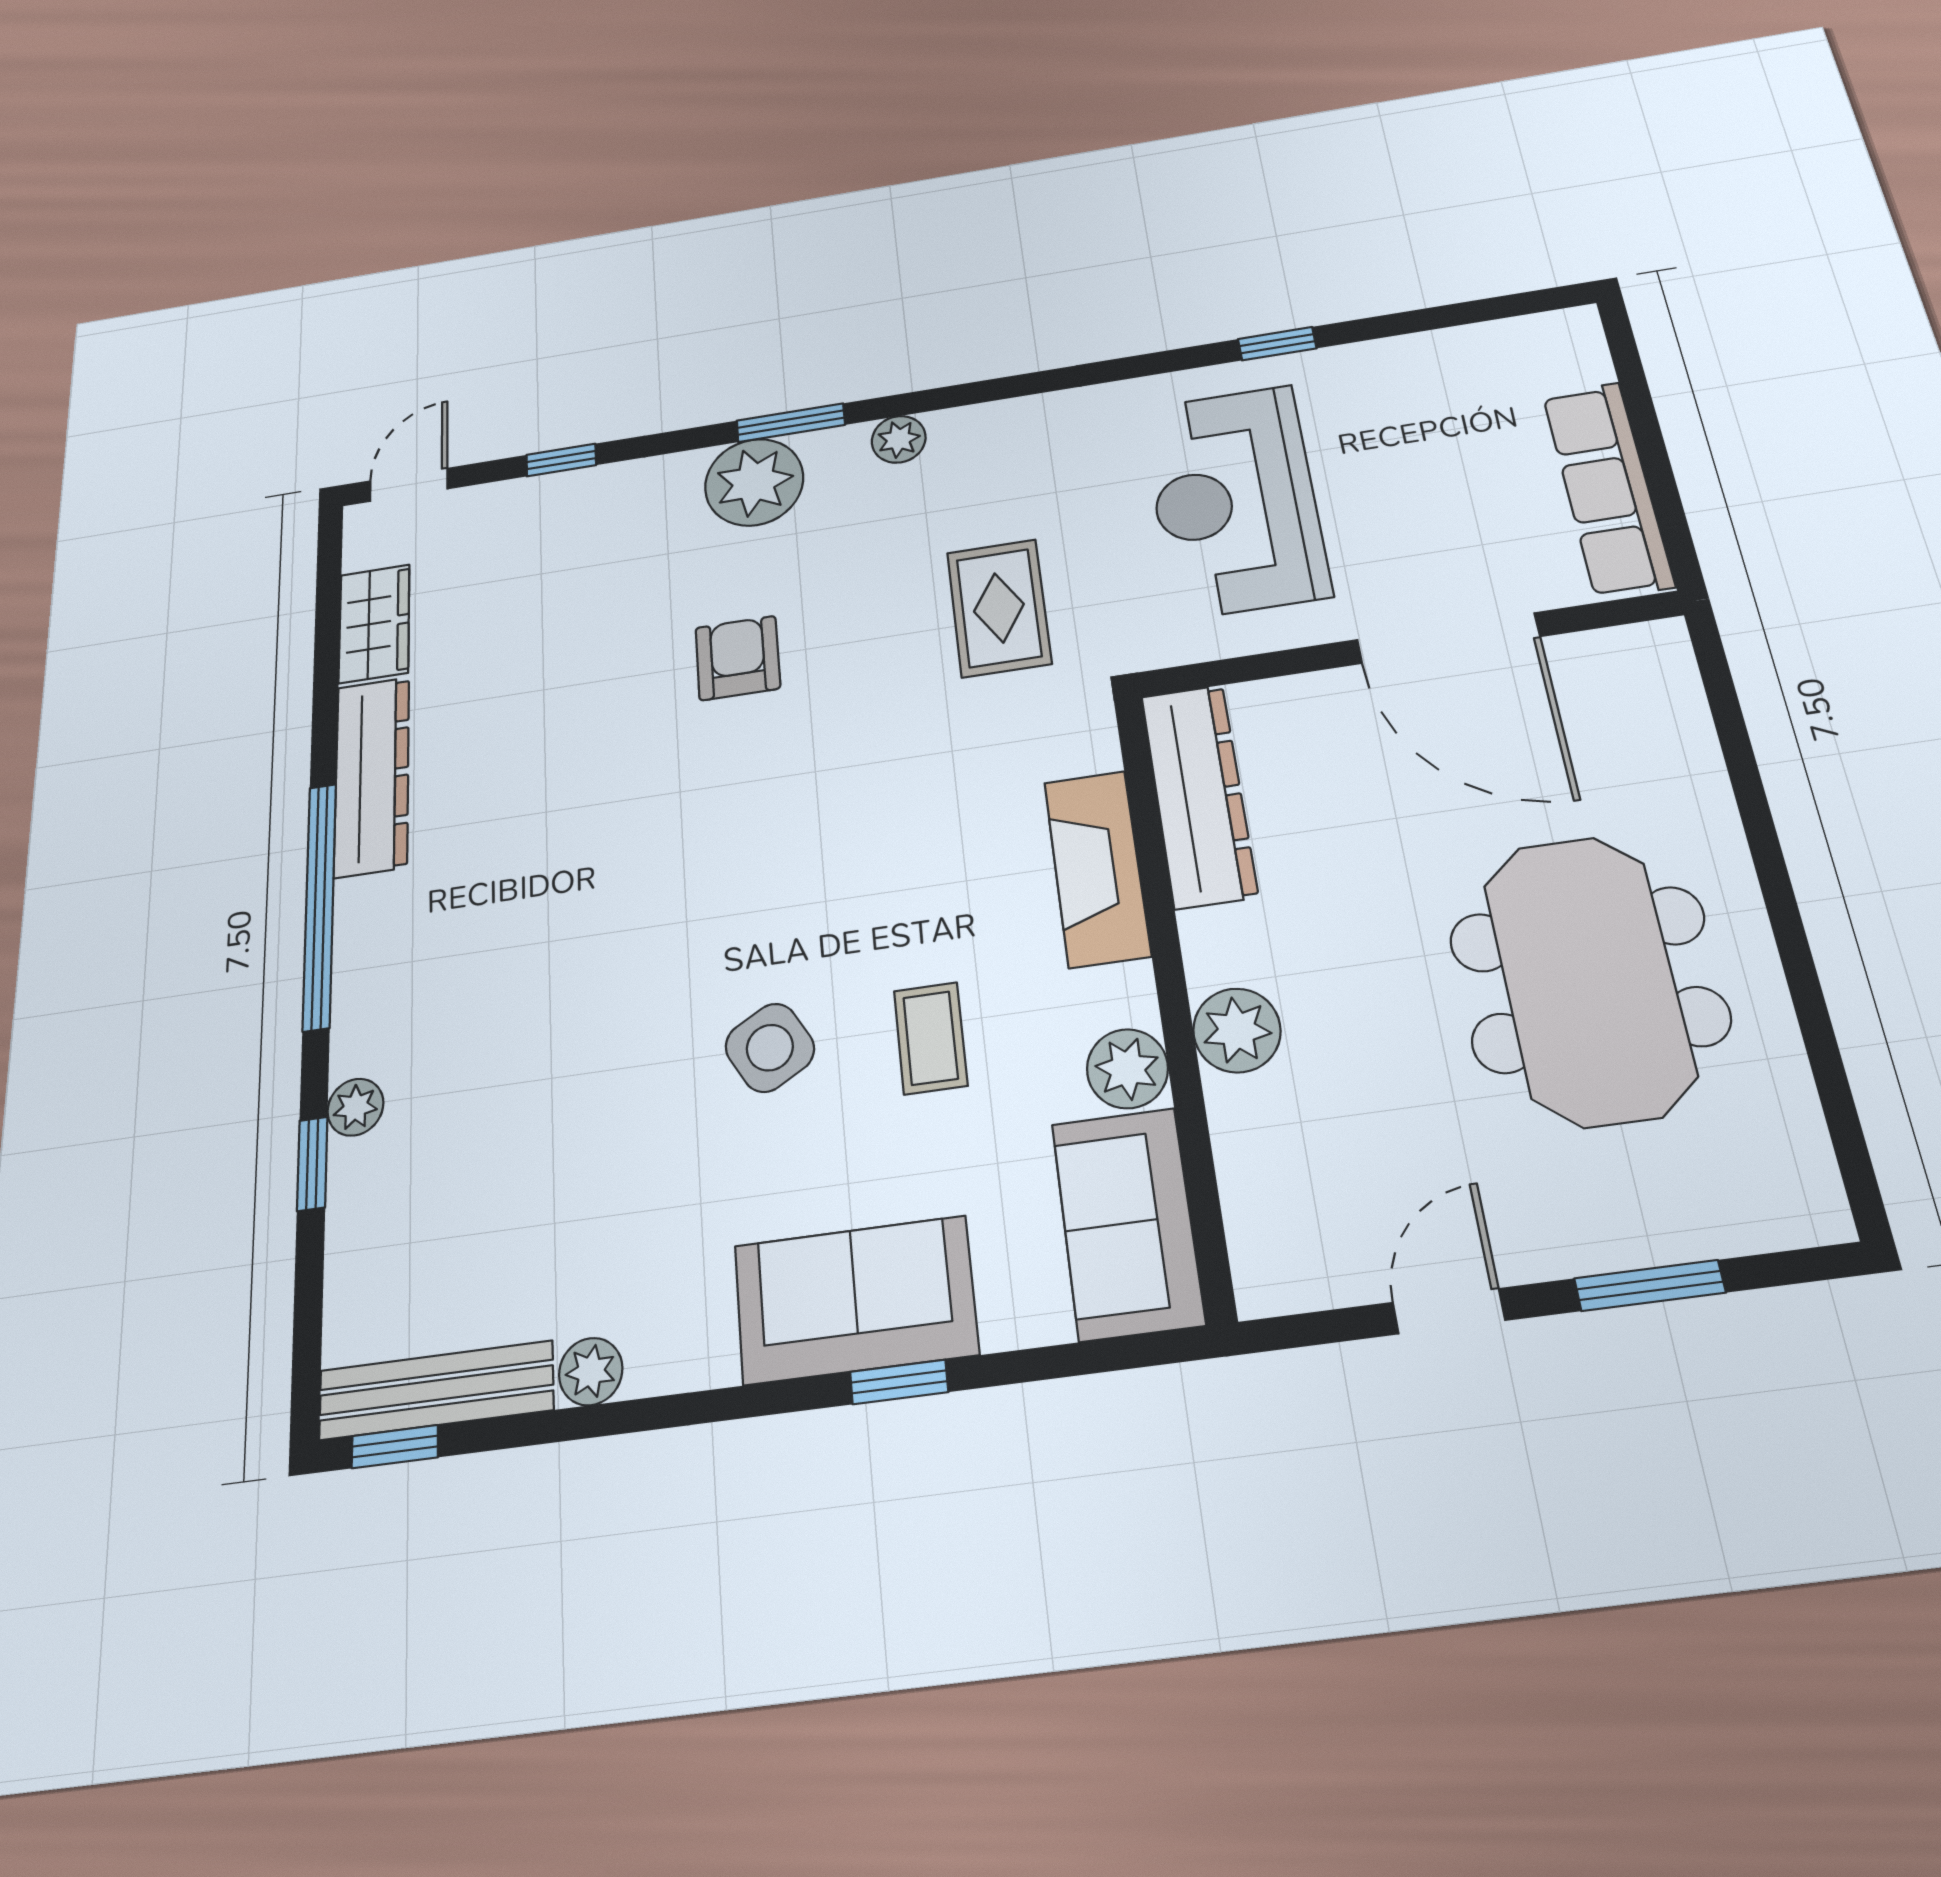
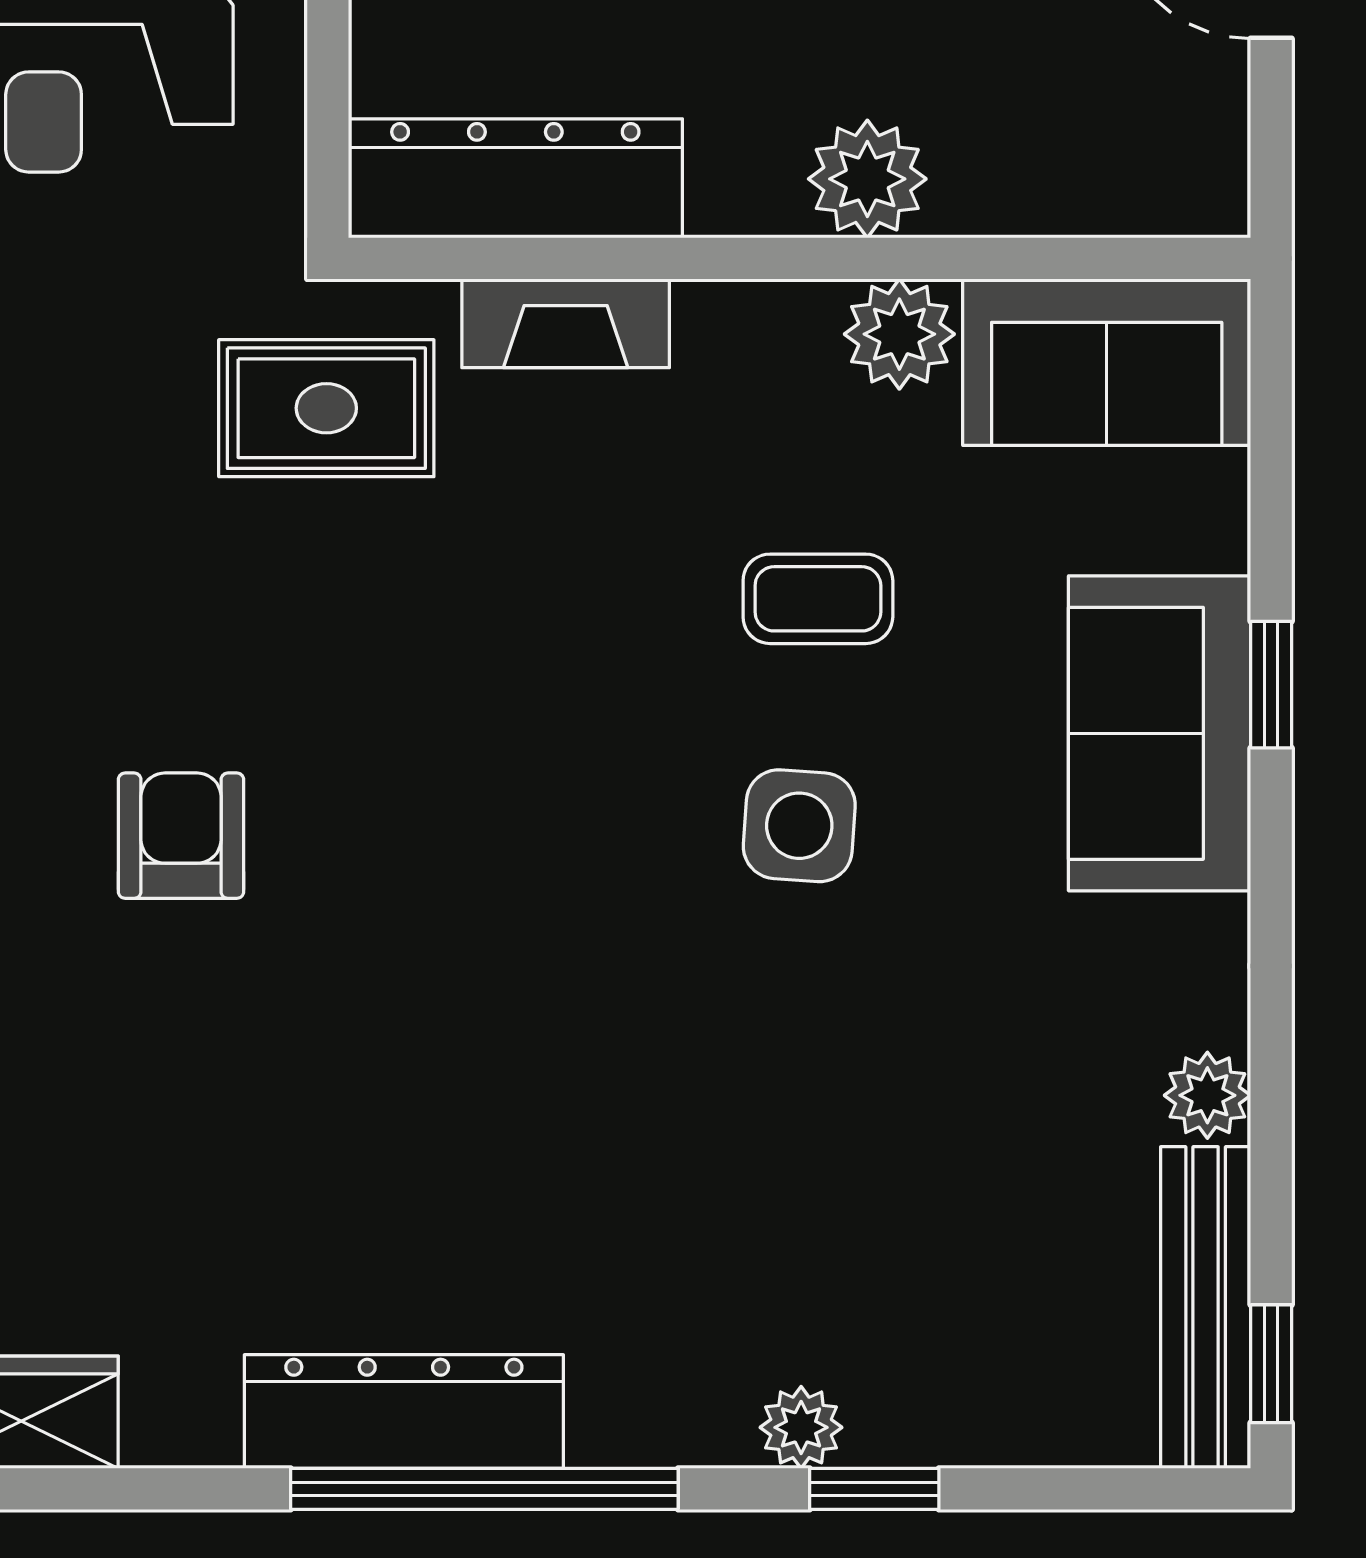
rug: (999, 608) -> (326, 408), moved
armchair: (738, 658) -> (181, 836), turned 90
dresser: (372, 776) -> (404, 1412), moved
fireplace: (1097, 868) -> (566, 323), width x0.73, depth x0.76
side table: (770, 1048) -> (799, 826), turned 34

